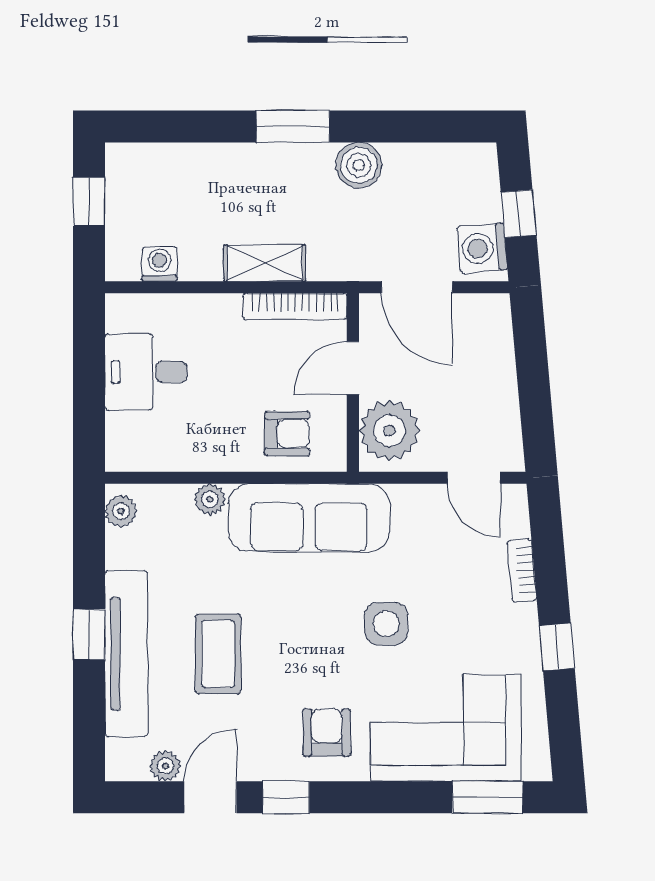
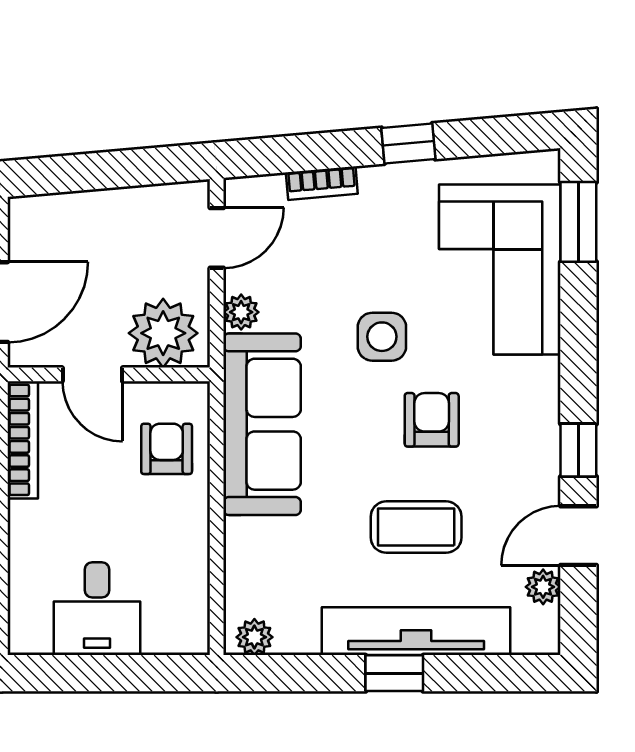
plant: (210, 499) -> (241, 312), moved
armchair: (327, 733) -> (432, 420), moved, turned 90
door: (210, 797) -> (578, 536), hinge flipped

